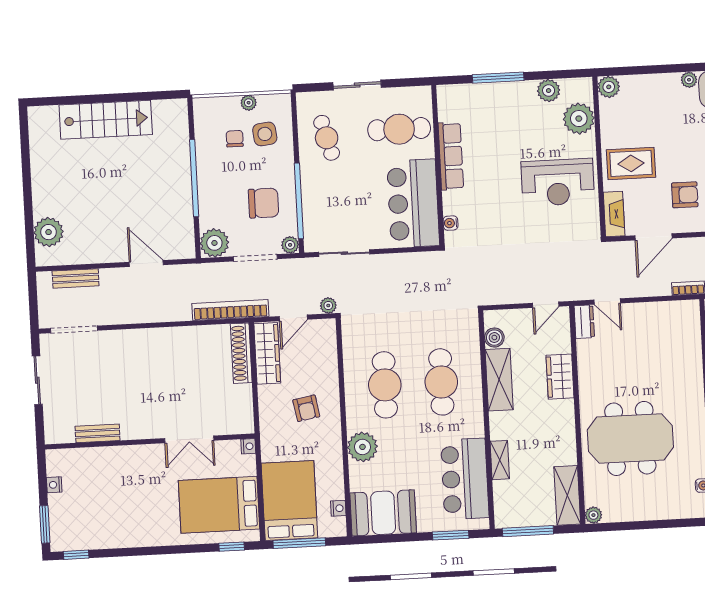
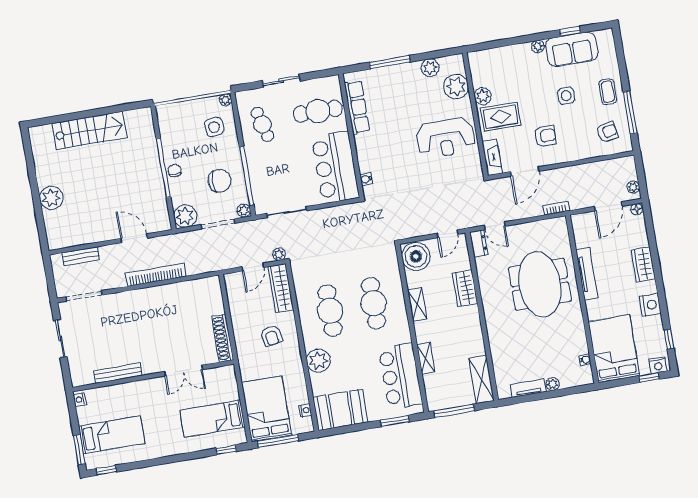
plant: (609, 87) -> (483, 96), moved
plant: (249, 103) -> (225, 100), moved
chair: (235, 139) -> (175, 170), moved
row of seats: (451, 156) -> (357, 107), moved
plant: (49, 232) -> (51, 198), moved
bookcase: (230, 310) -> (156, 275), moved
boiler: (494, 338) -> (416, 256), width x1.86, depth x1.86
shoe rack: (241, 353) -> (223, 338), moved
wardrobe: (267, 353) -> (281, 288), moved, turned 180
shelving: (499, 380) -> (417, 304), width x0.67, depth x0.75
bench: (98, 433) -> (118, 373), width x1.36
meeting table: (630, 438) -> (540, 284), moved, turned 90
nightstand: (248, 446) -> (230, 371), removed
nightstand: (54, 485) -> (80, 400), moved
bed: (219, 505) -> (212, 419), width x0.67
bed: (88, 510) -> (112, 435), added
tv unit: (625, 513) -> (528, 388), added
plant: (593, 515) -> (553, 384), moved

